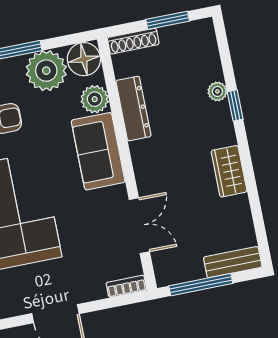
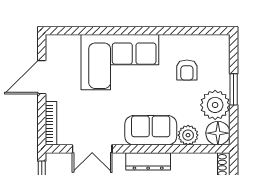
dresser: (133, 109) -> (148, 161), moved
bookcase: (126, 286) -> (51, 123), width x1.56

